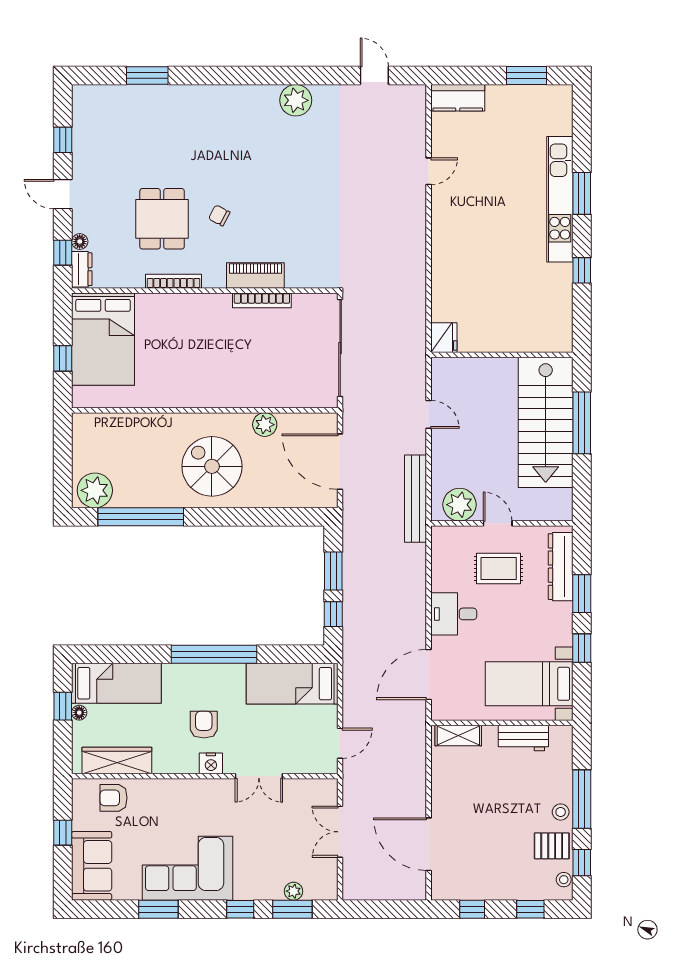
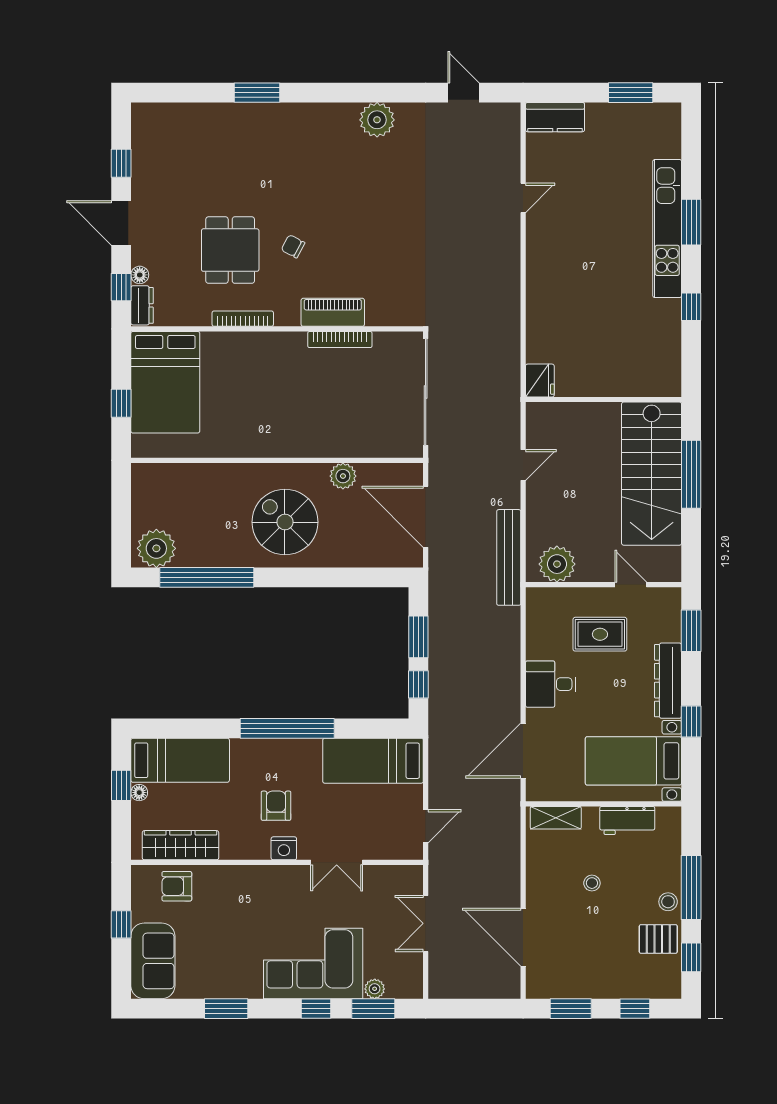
window: (147, 76) -> (257, 93), moved
door: (63, 194) -> (121, 223), width x1.38
door: (429, 414) -> (523, 465), hinge flipped
door: (498, 523) -> (631, 585), moved
dresser: (561, 567) -> (668, 681), moved
window: (582, 594) -> (691, 631), moved
corner sofa: (188, 868) -> (313, 963), moved
stool: (564, 880) -> (592, 883), moved
window: (472, 909) -> (571, 1009), width x1.50

